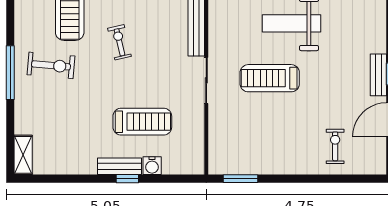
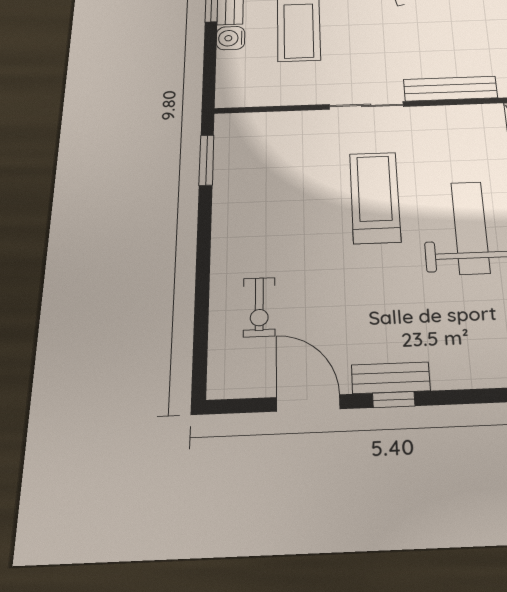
exercise bike: (335, 146) -> (259, 307), turned 90

